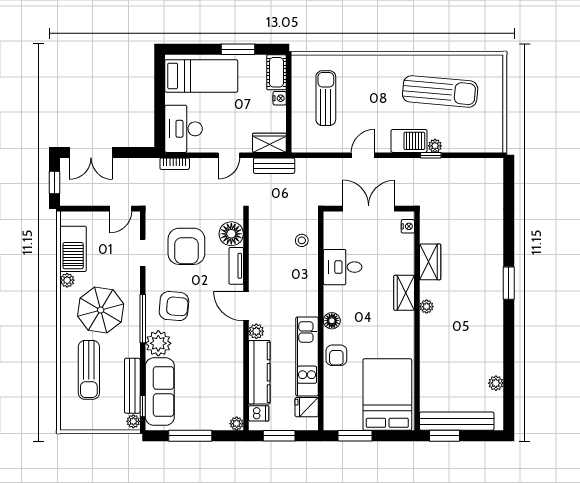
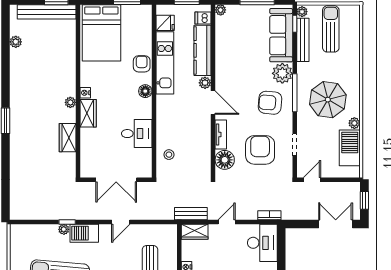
nightstand: (408, 226) -> (85, 93), moved
sun lounger: (89, 370) -> (331, 29), moved

